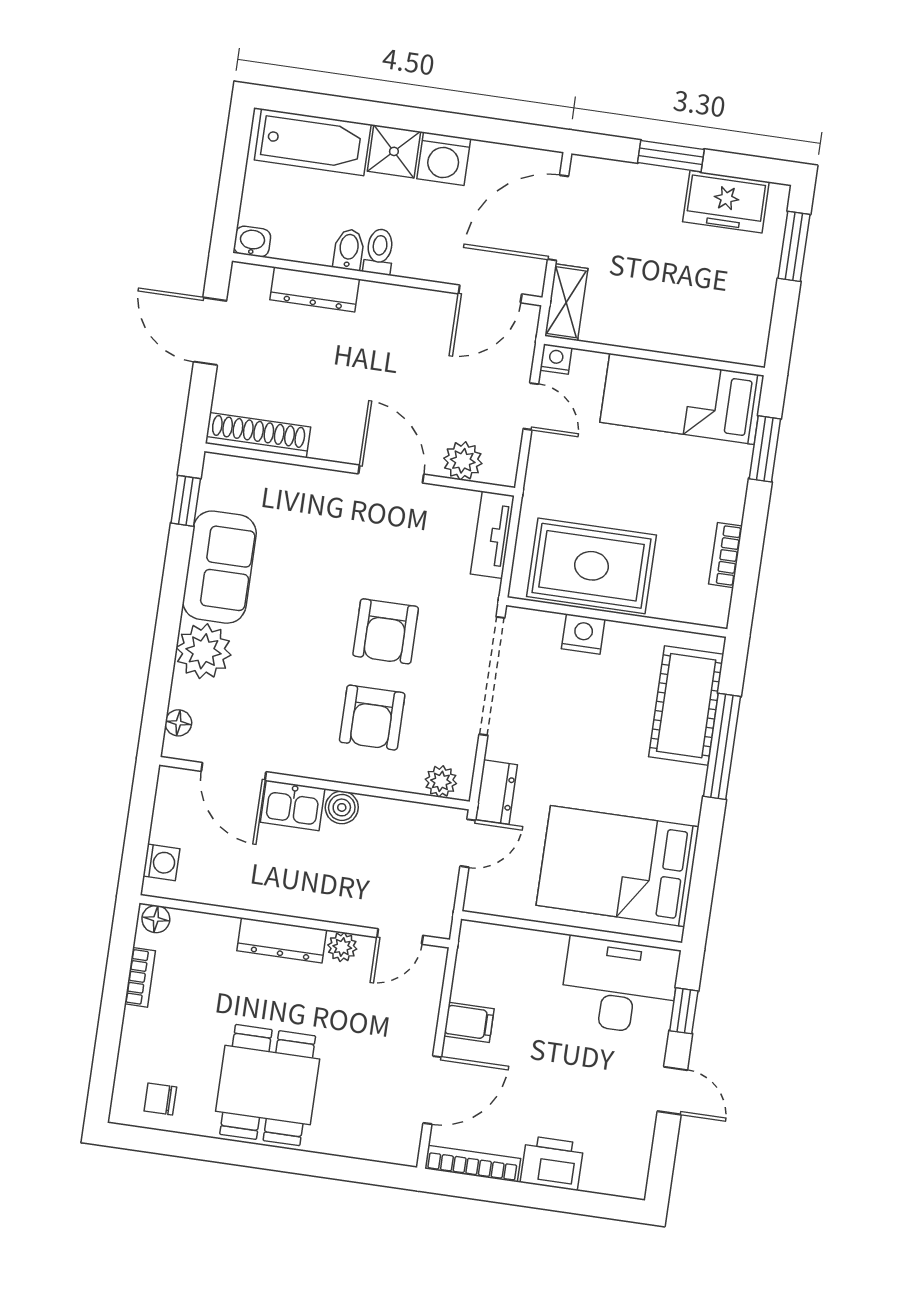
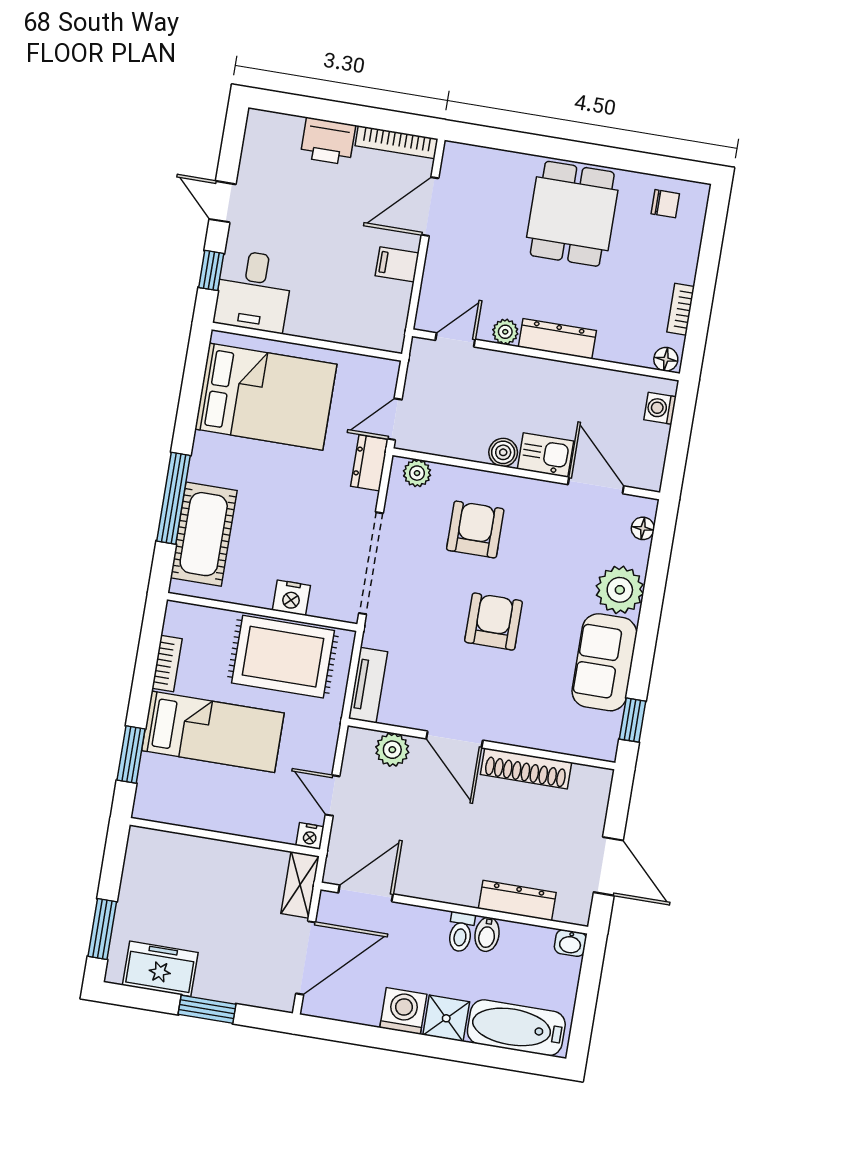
bed: (682, 399) -> (213, 732), moved
shoe rack: (258, 435) -> (526, 768), moved
armchair: (386, 631) -> (494, 622), moved
desk: (619, 986) -> (253, 291), width x0.73

